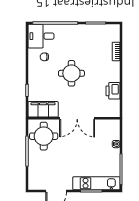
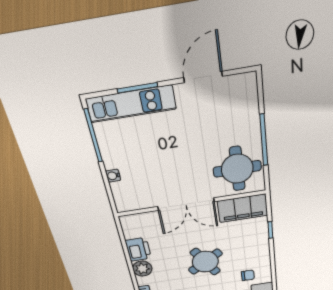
round table: (71, 73) -> (205, 262), turned -32
plant: (114, 75) -> (142, 269), added
double door: (77, 118) -> (186, 204), swing flipped

